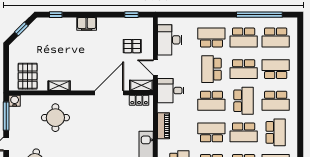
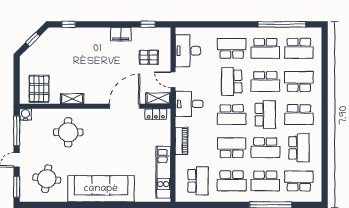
filing cabinet: (87, 24) -> (121, 34), moved

